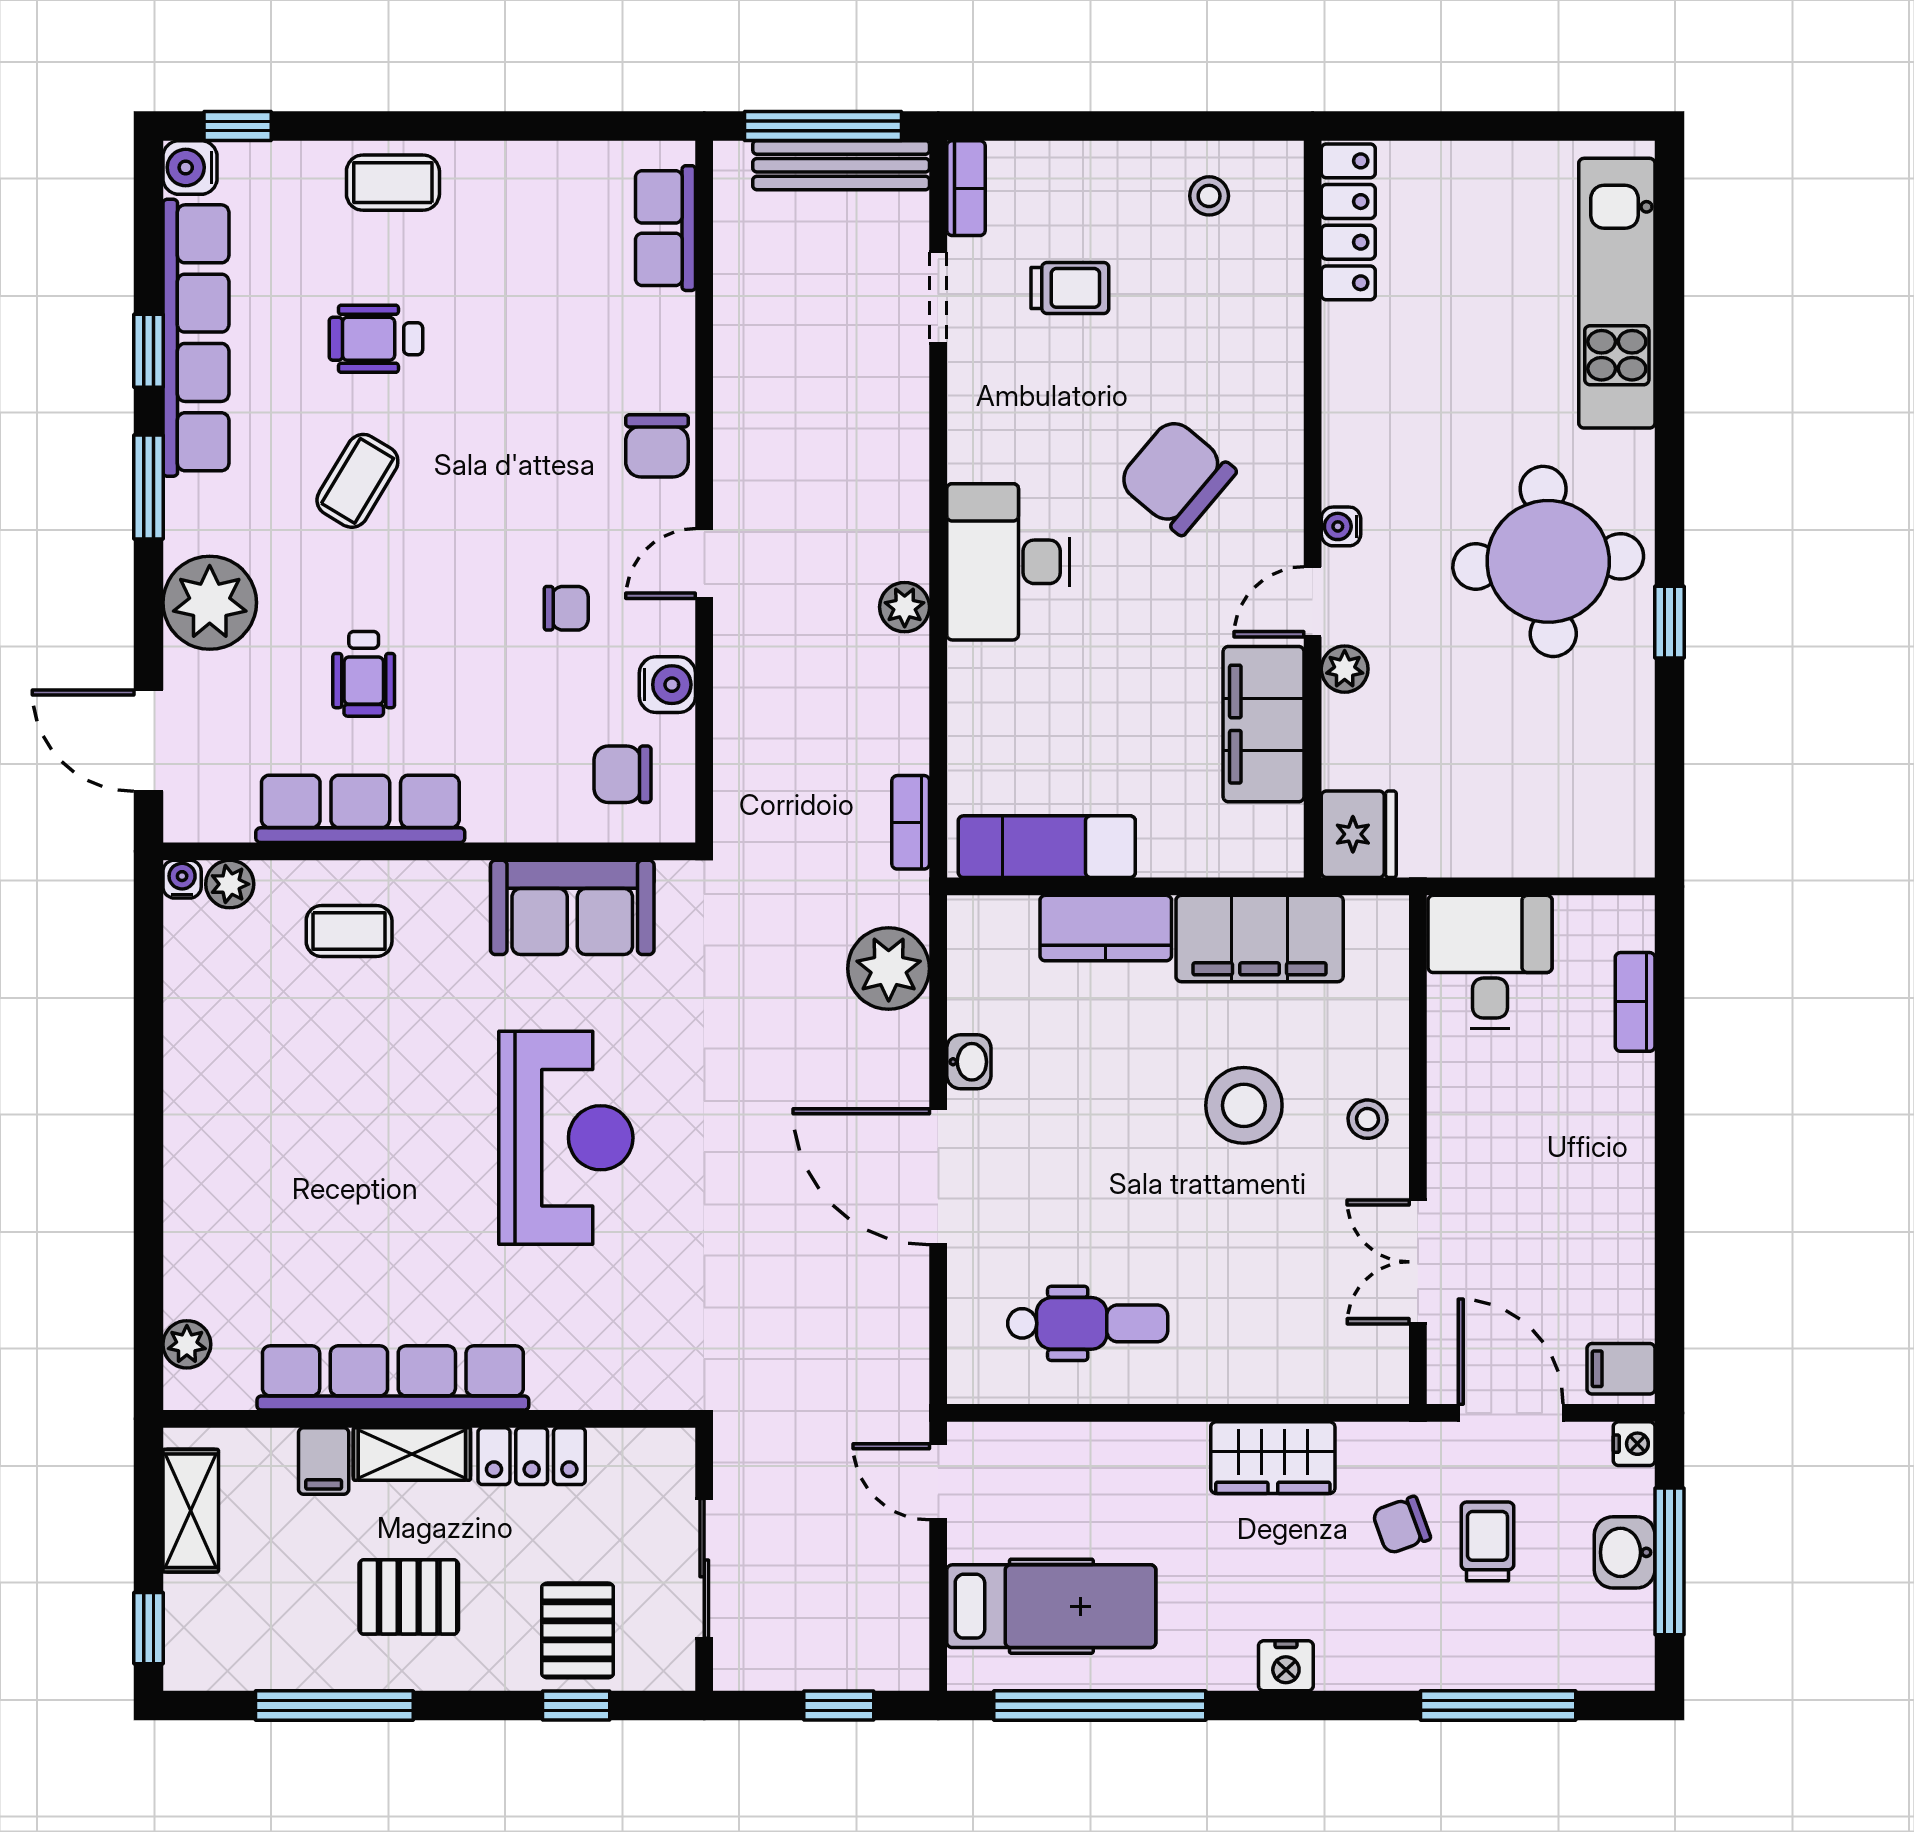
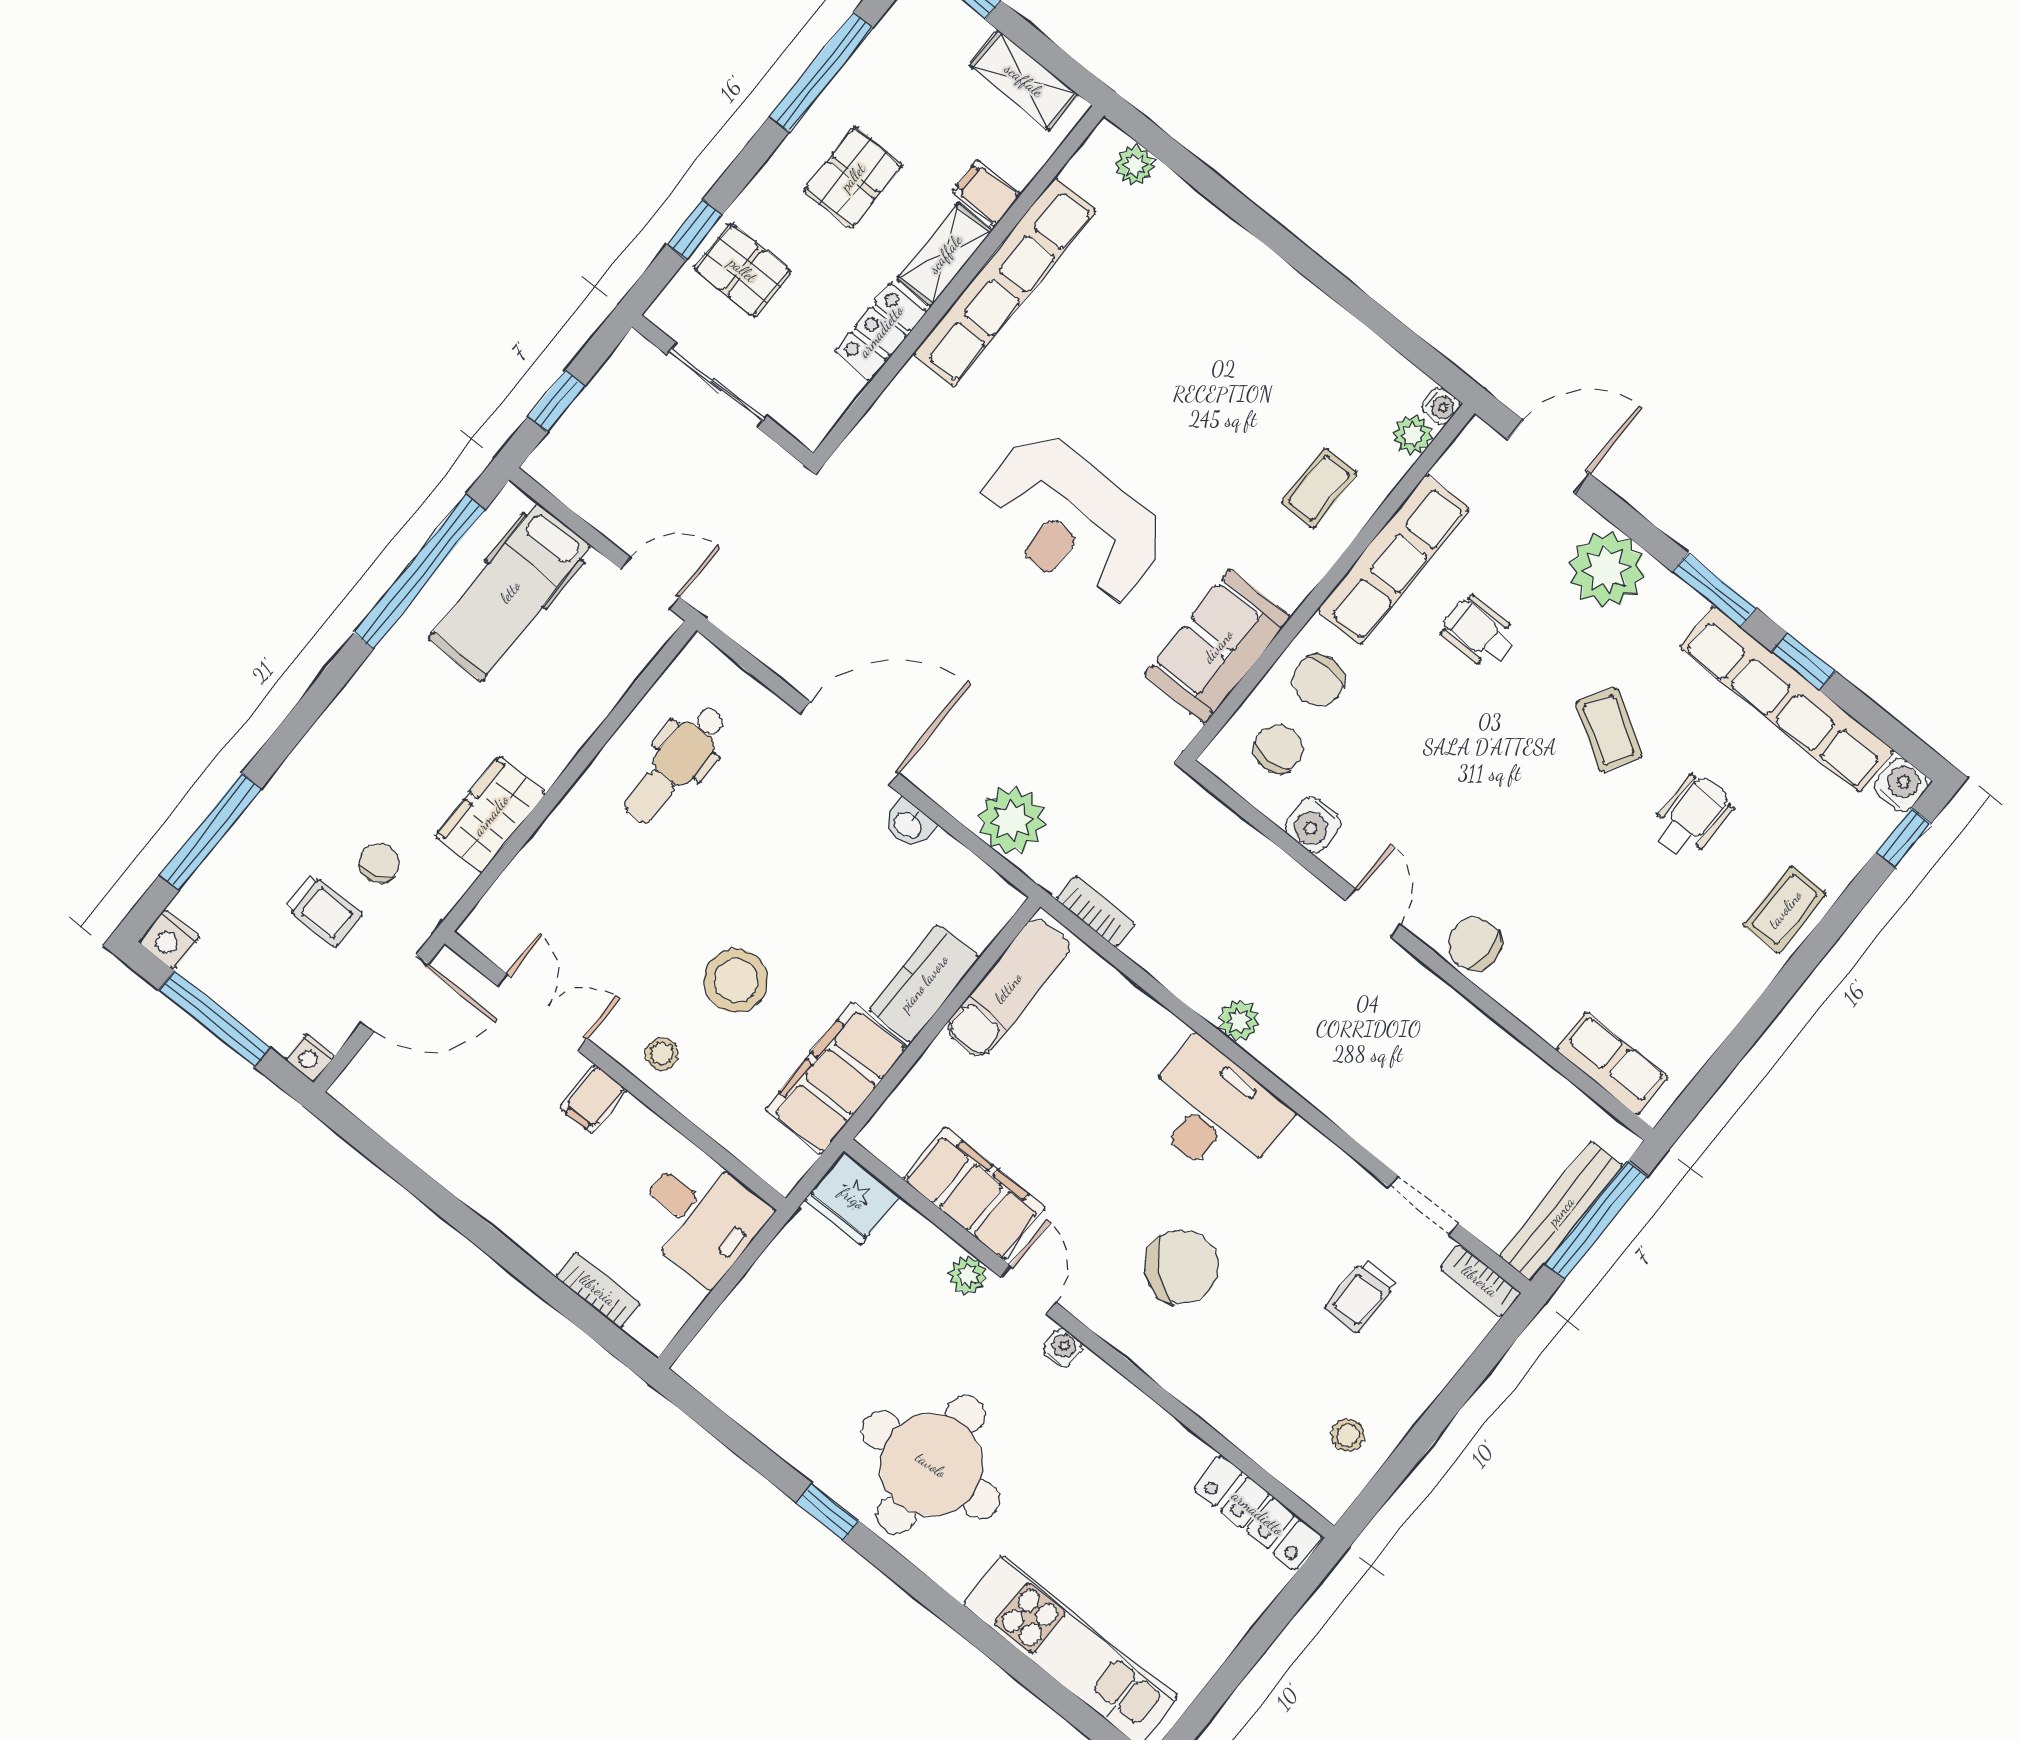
chair: (566, 608) -> (1318, 680), moved, width x1.37, depth x1.37
filing cabinet: (1621, 1369) -> (594, 1099), moved, turned 180
washbasin: (1625, 1552) -> (244, 995), removed
nightstand: (1286, 1666) -> (169, 939), moved, turned -90

